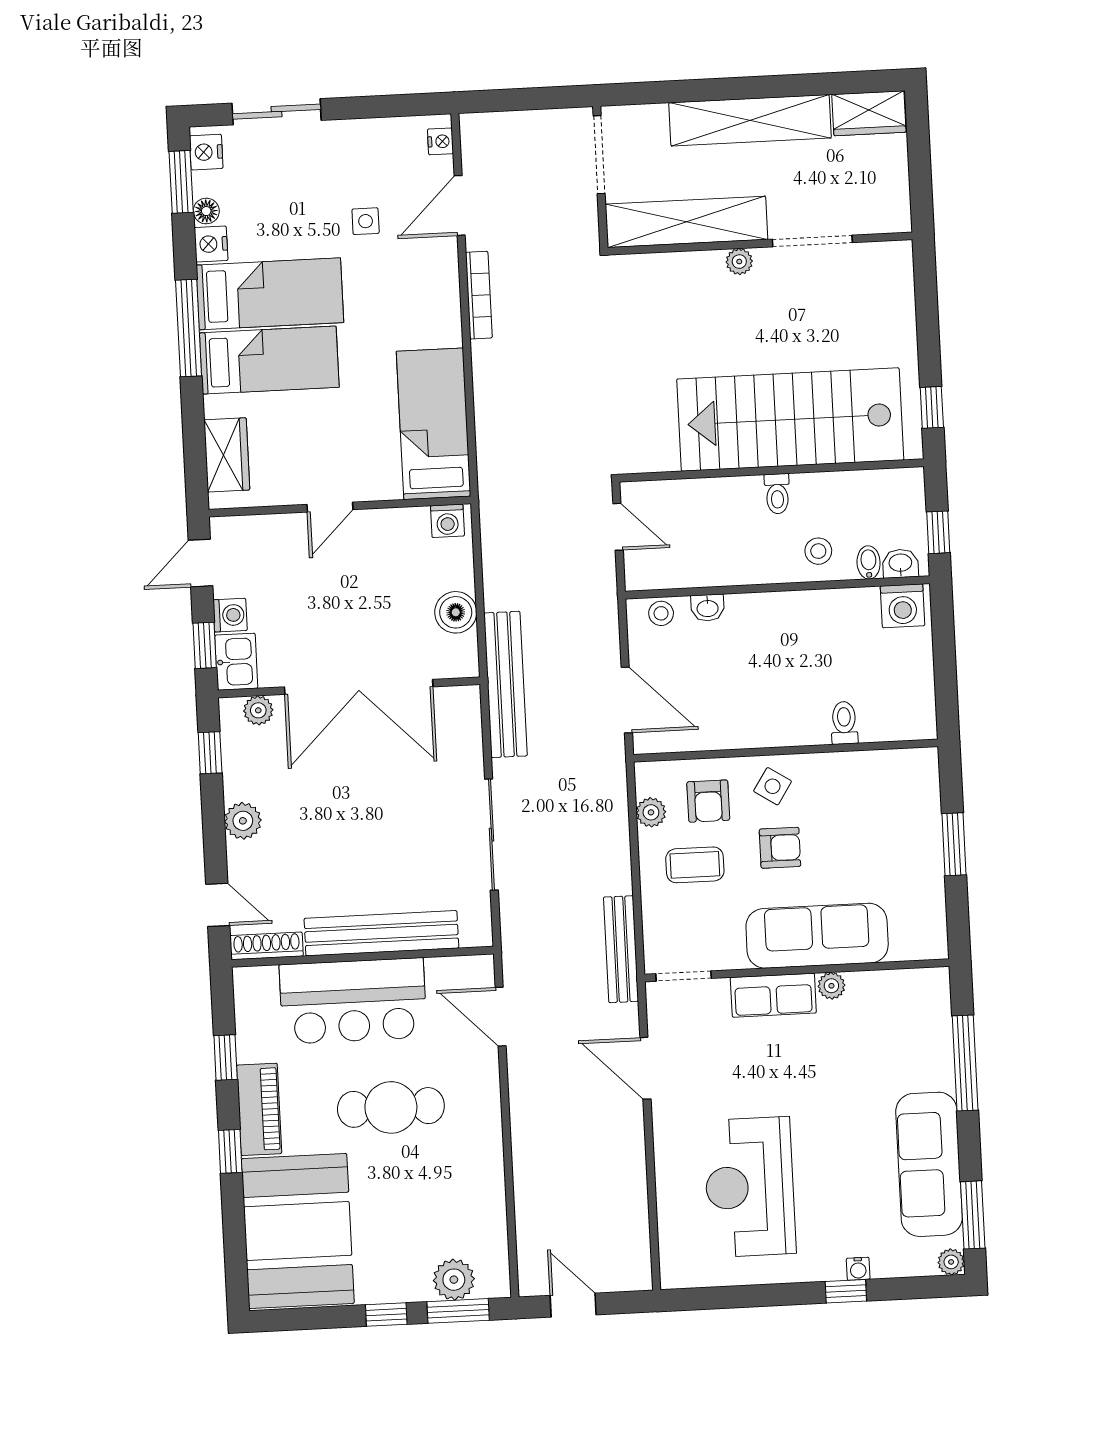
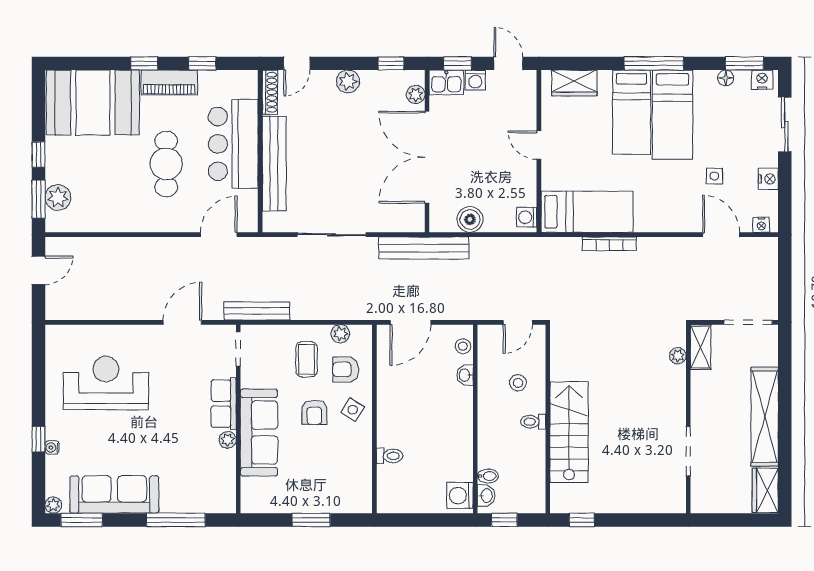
shelving: (686, 222) -> (701, 347), width x0.45, depth x0.75
nightstand: (211, 244) -> (768, 179), moved, turned 90
plant: (739, 262) -> (678, 356), moved
bookcase: (479, 295) -> (609, 244), moved
stairs: (790, 420) -> (569, 432), width x0.73, depth x0.66
stool: (818, 551) -> (518, 383), moved

